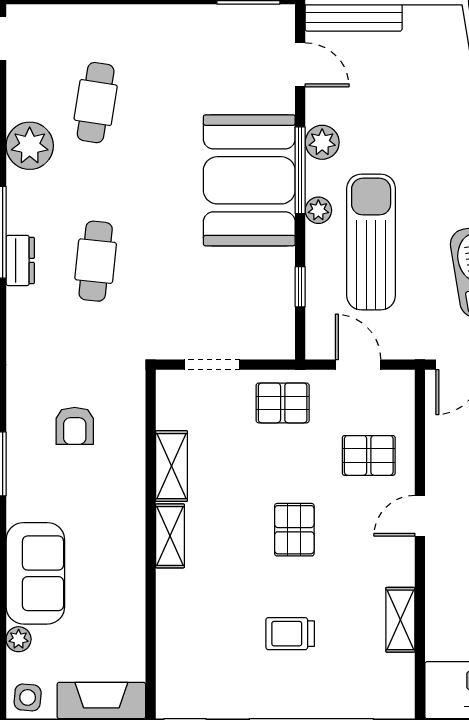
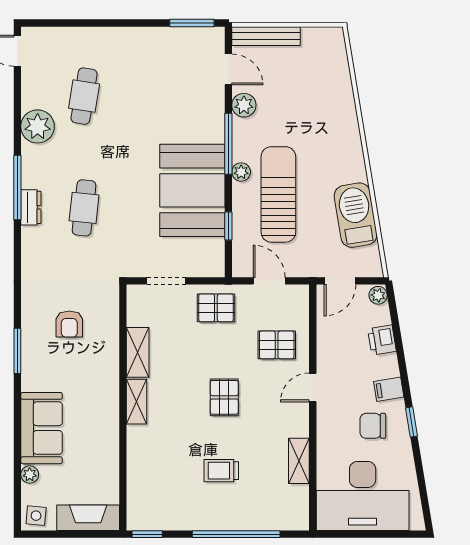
plant: (322, 142) -> (244, 105), moved
booth: (249, 180) -> (192, 190), moved

